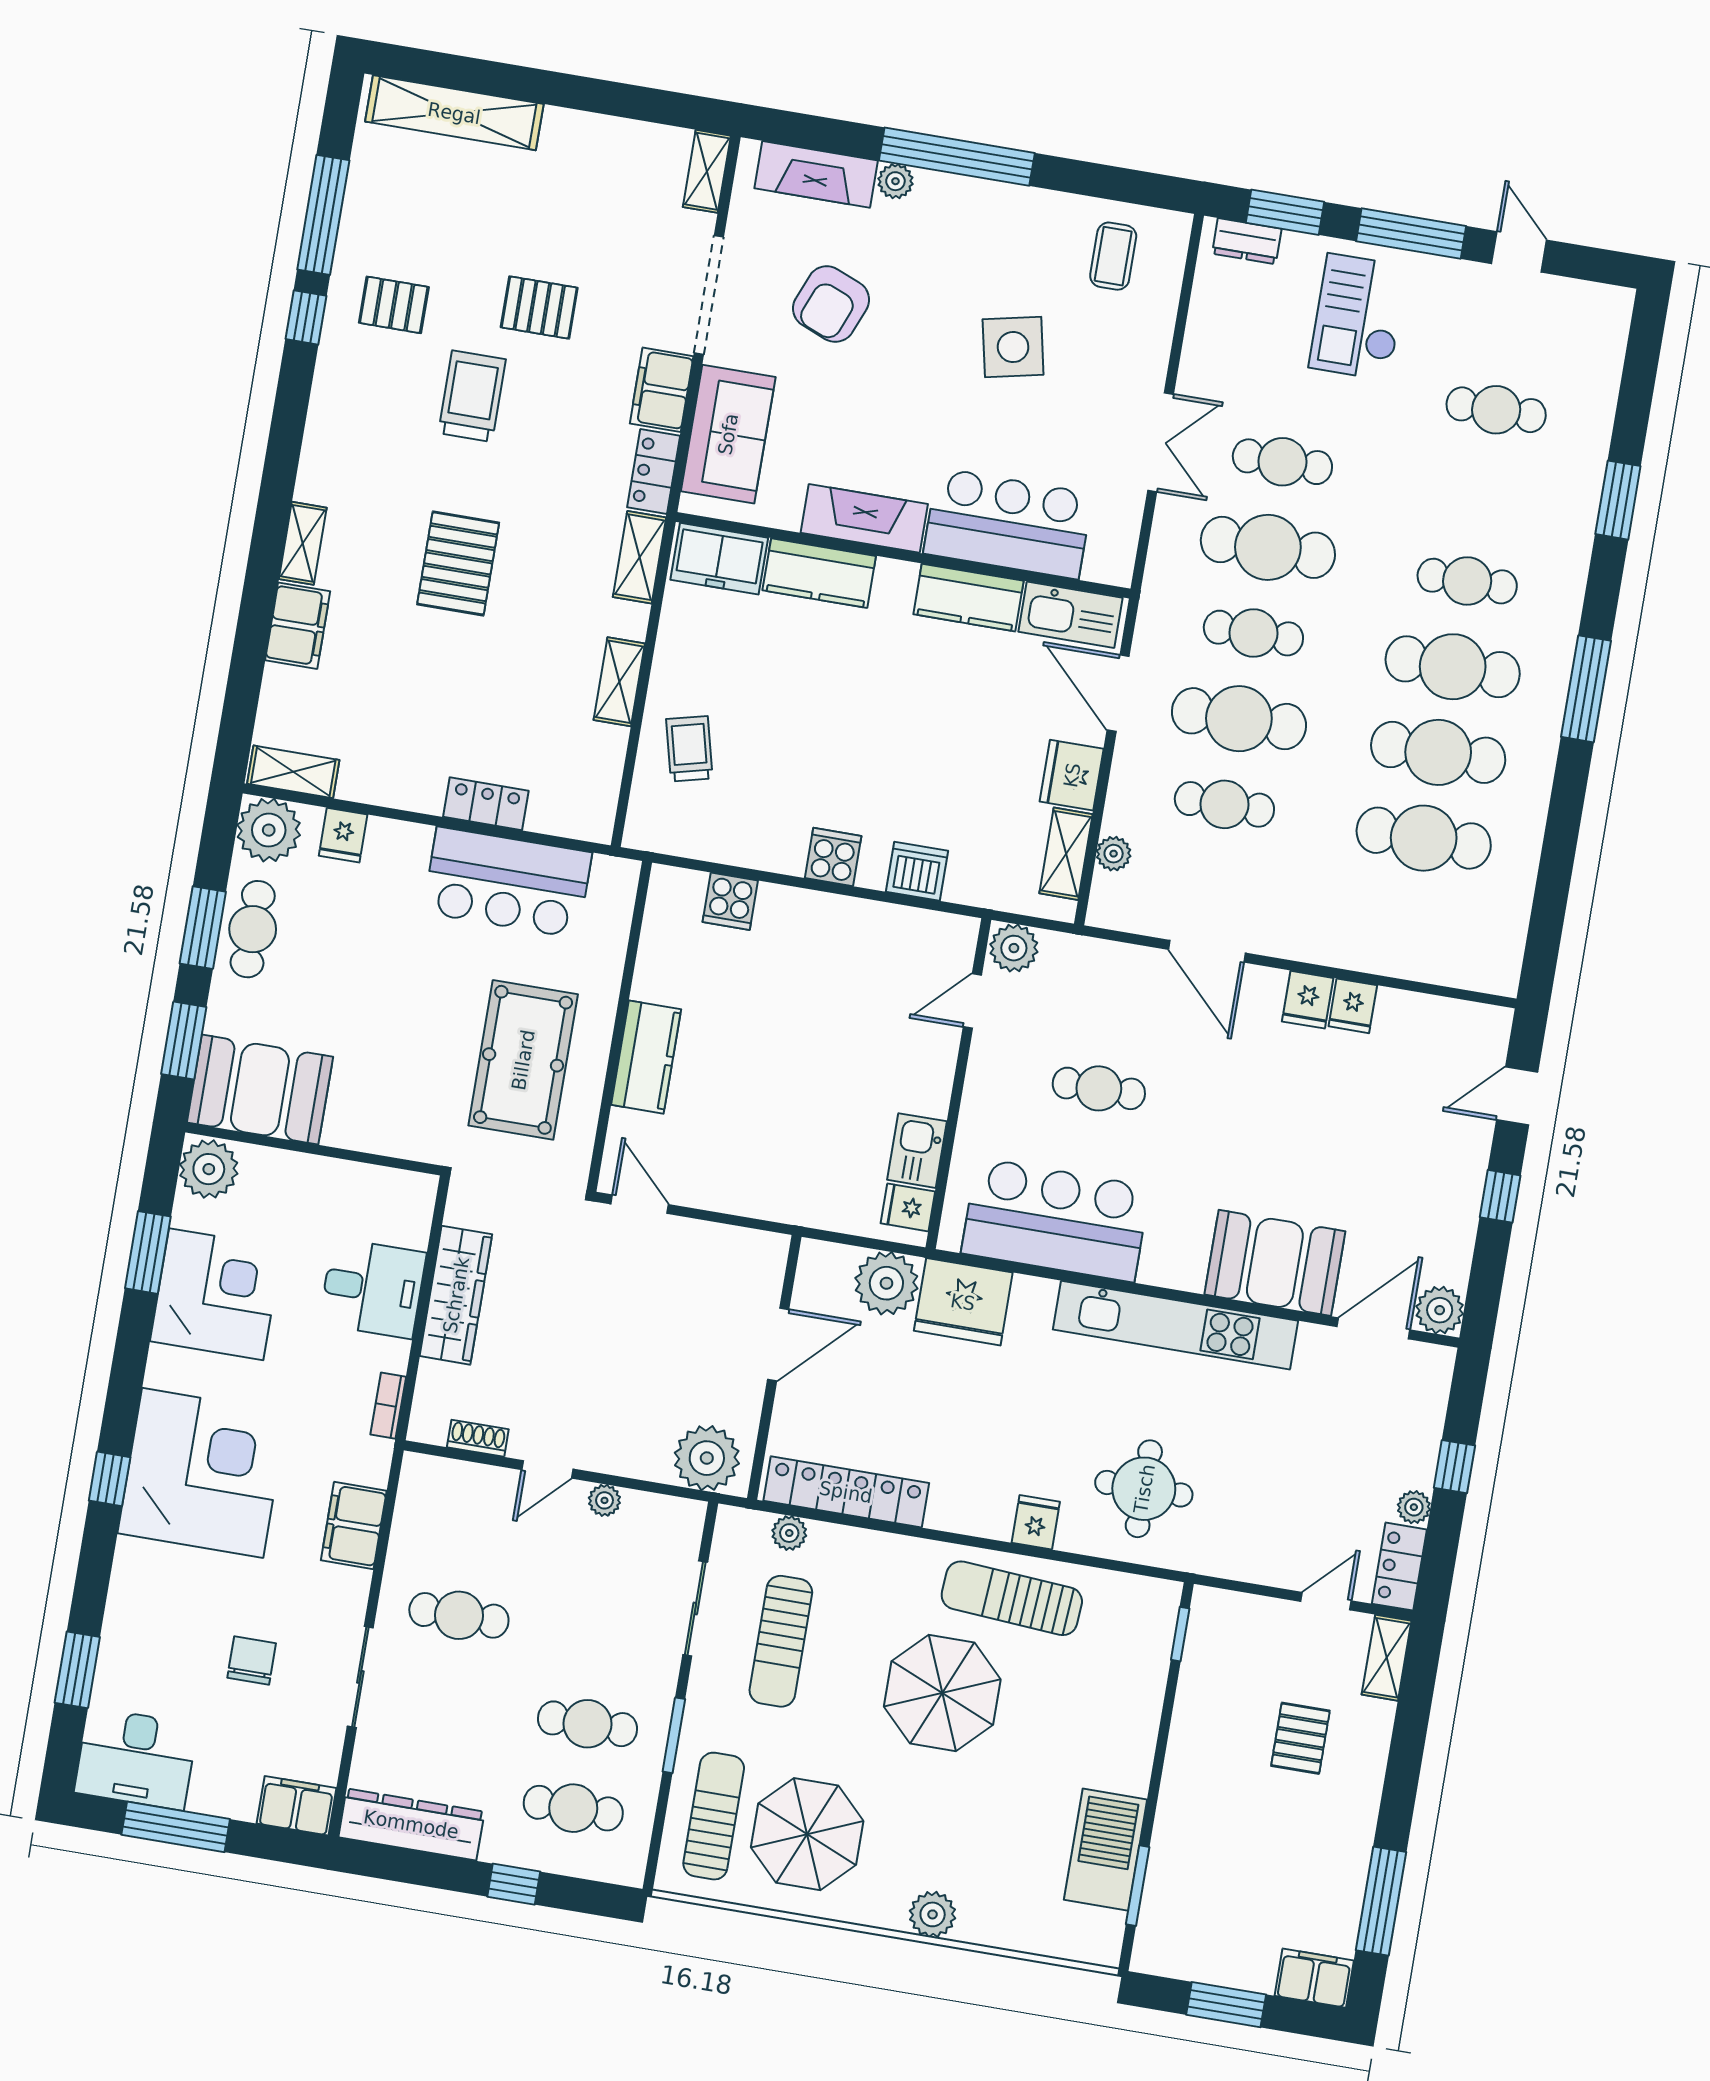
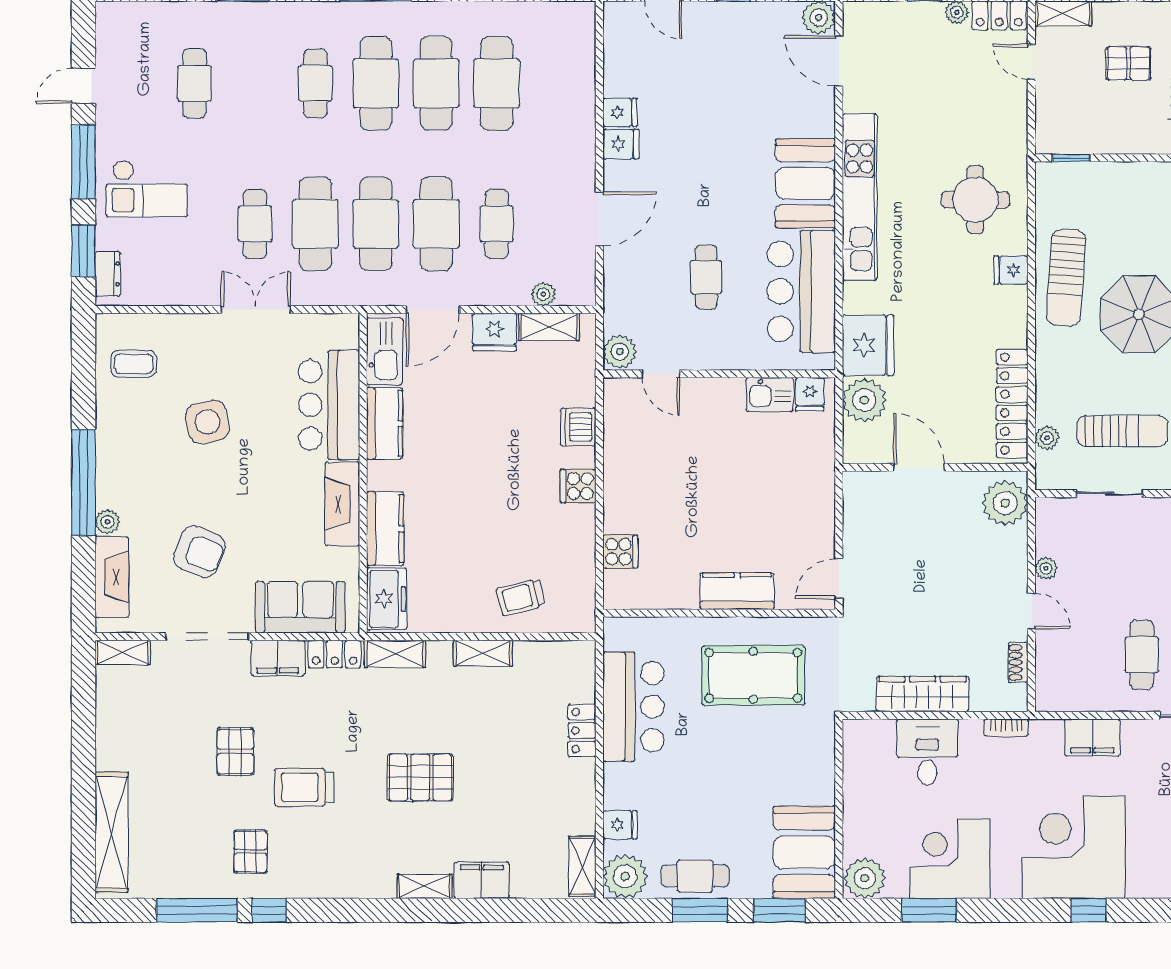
cafe table: (1253, 633) -> (376, 224), width x1.37, depth x1.35
booth: (1275, 1263) -> (805, 183), moved

